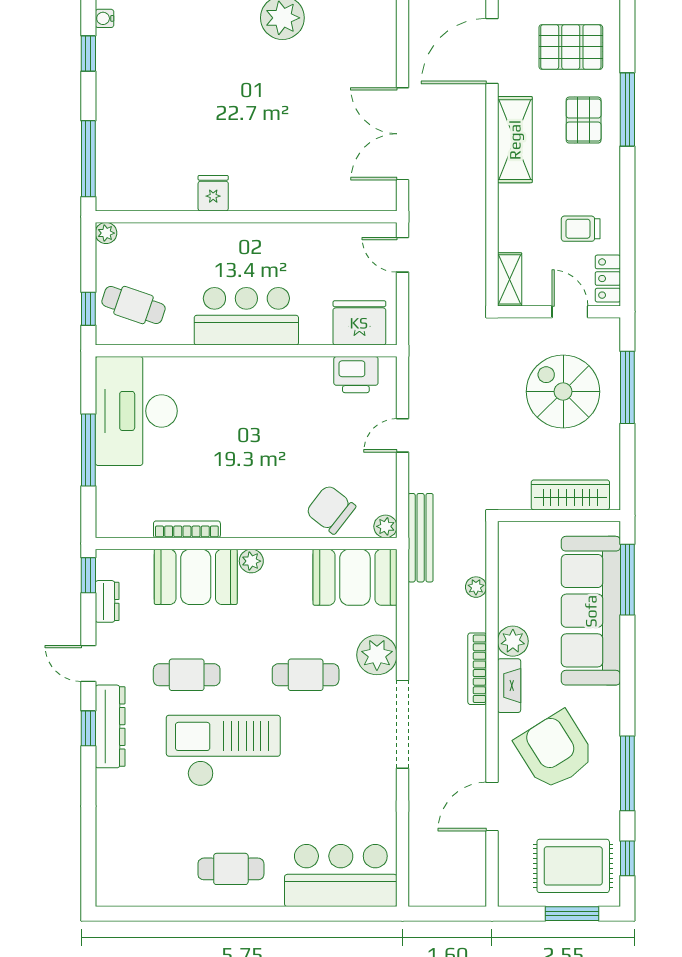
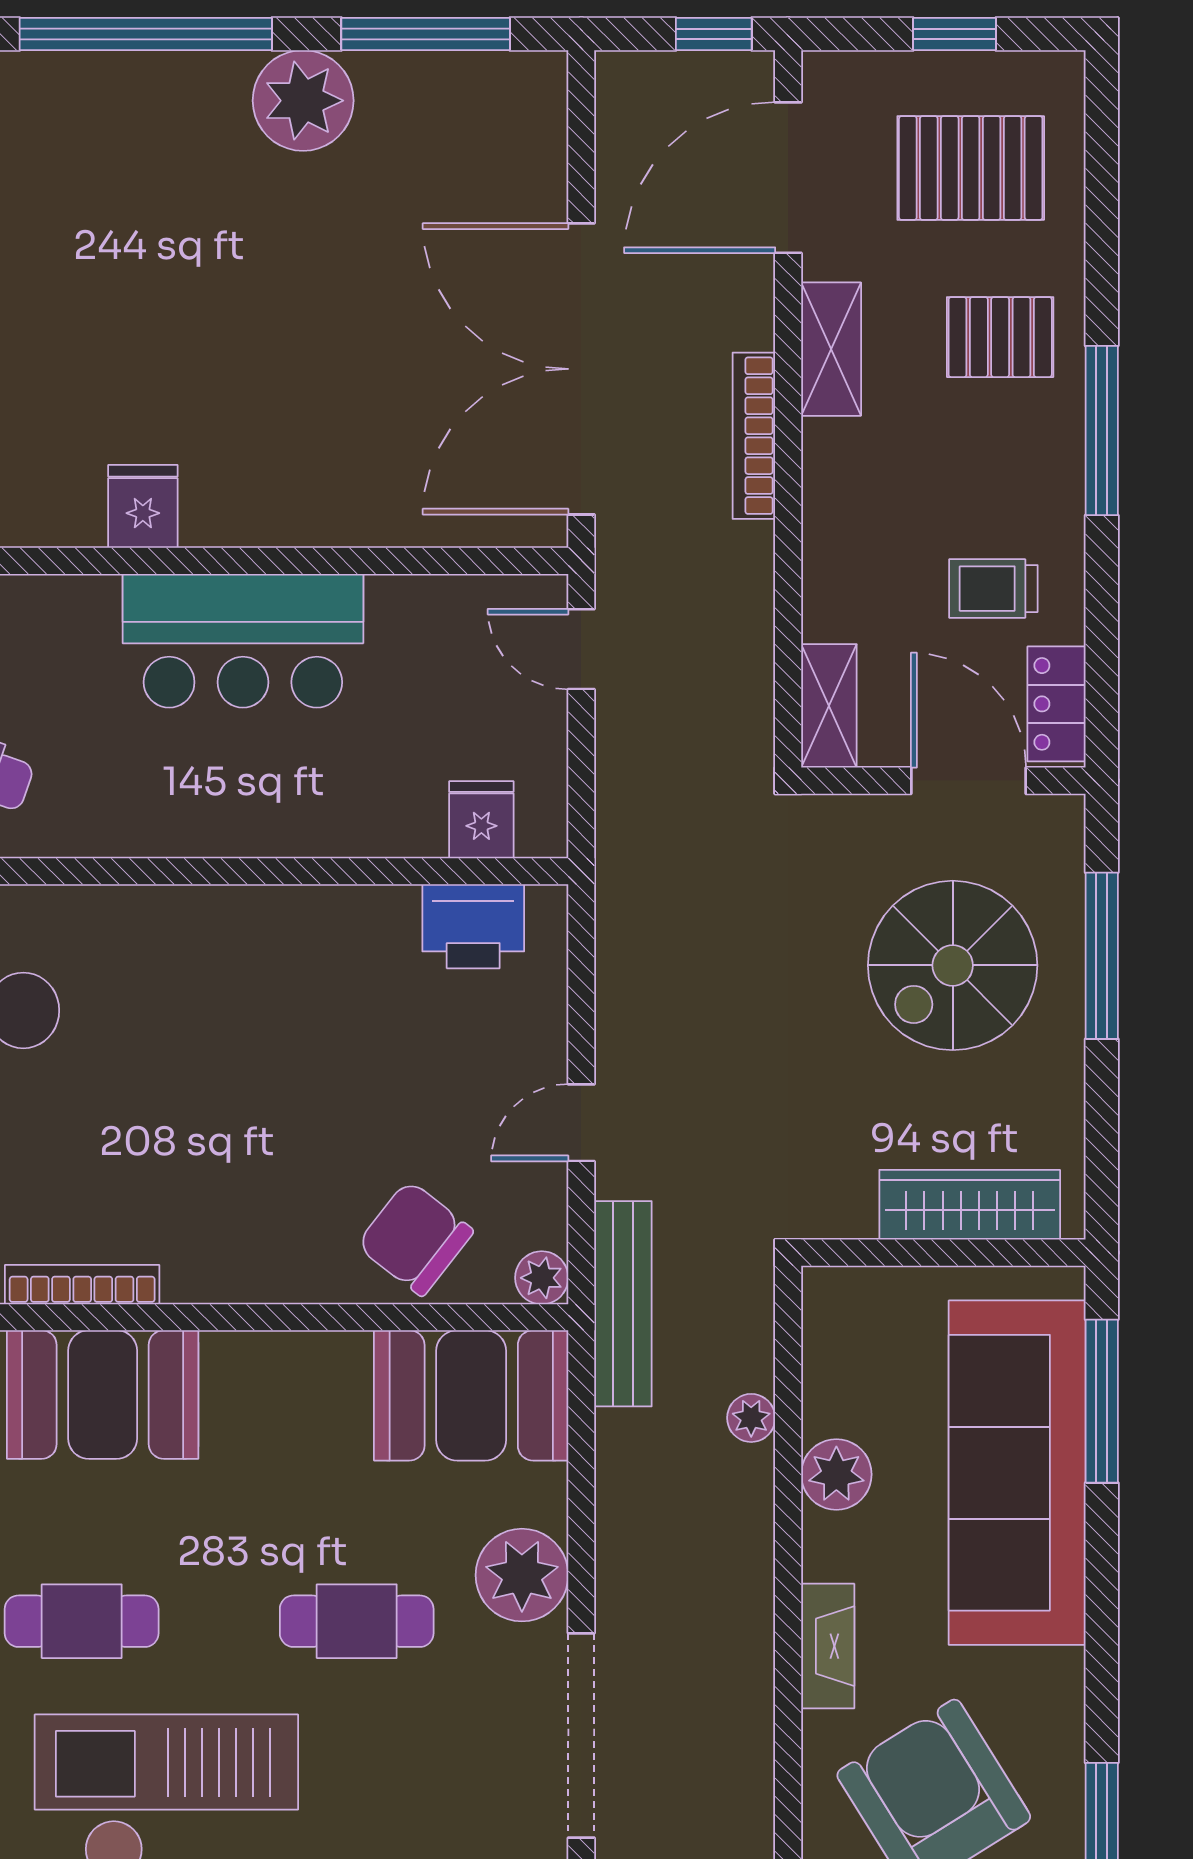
window: (627, 110) -> (1102, 430), moved
pallet: (584, 120) -> (1000, 337), turned 90
double door: (403, 134) -> (581, 369), width x1.36
shelving: (515, 140) -> (831, 349), width x0.67, depth x0.75
door: (570, 312) -> (969, 781), width x1.37
bar counter: (246, 316) -> (243, 641), moved, turned 180
fridge: (359, 323) -> (481, 820), width x0.53, depth x0.75
spiral stairs: (563, 392) -> (953, 965), turned -90
door: (403, 435) -> (581, 1123), moved
plant: (251, 561) -> (231, 1358), removed
plant: (513, 641) -> (836, 1474), moved
bookcase: (477, 669) -> (754, 436), moved

